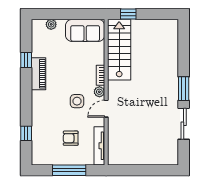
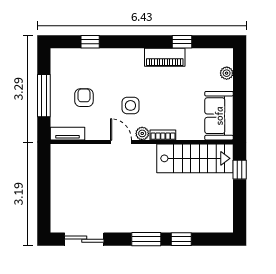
window: (184, 61) -> (181, 239), added
sliding door: (184, 124) -> (84, 239), moved
tv unit: (99, 146) -> (68, 134), width x0.71

